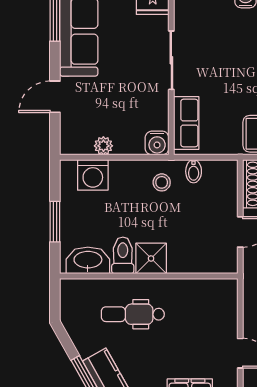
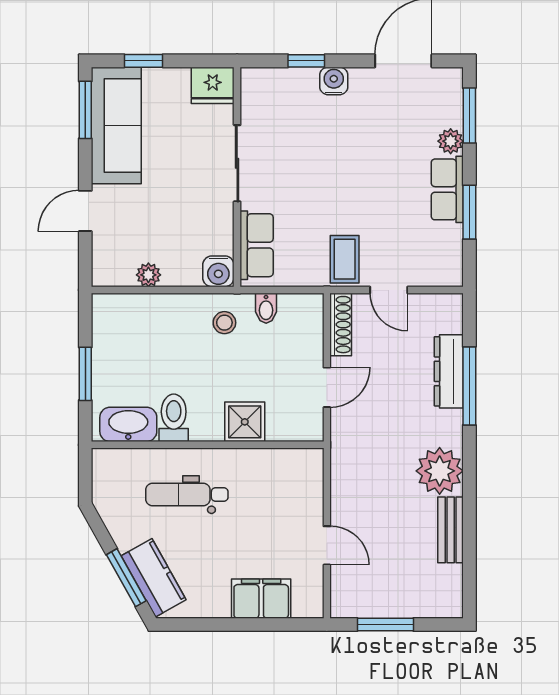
washing machine: (93, 175) -> (135, 313), removed
shower: (151, 258) -> (245, 422), moved

